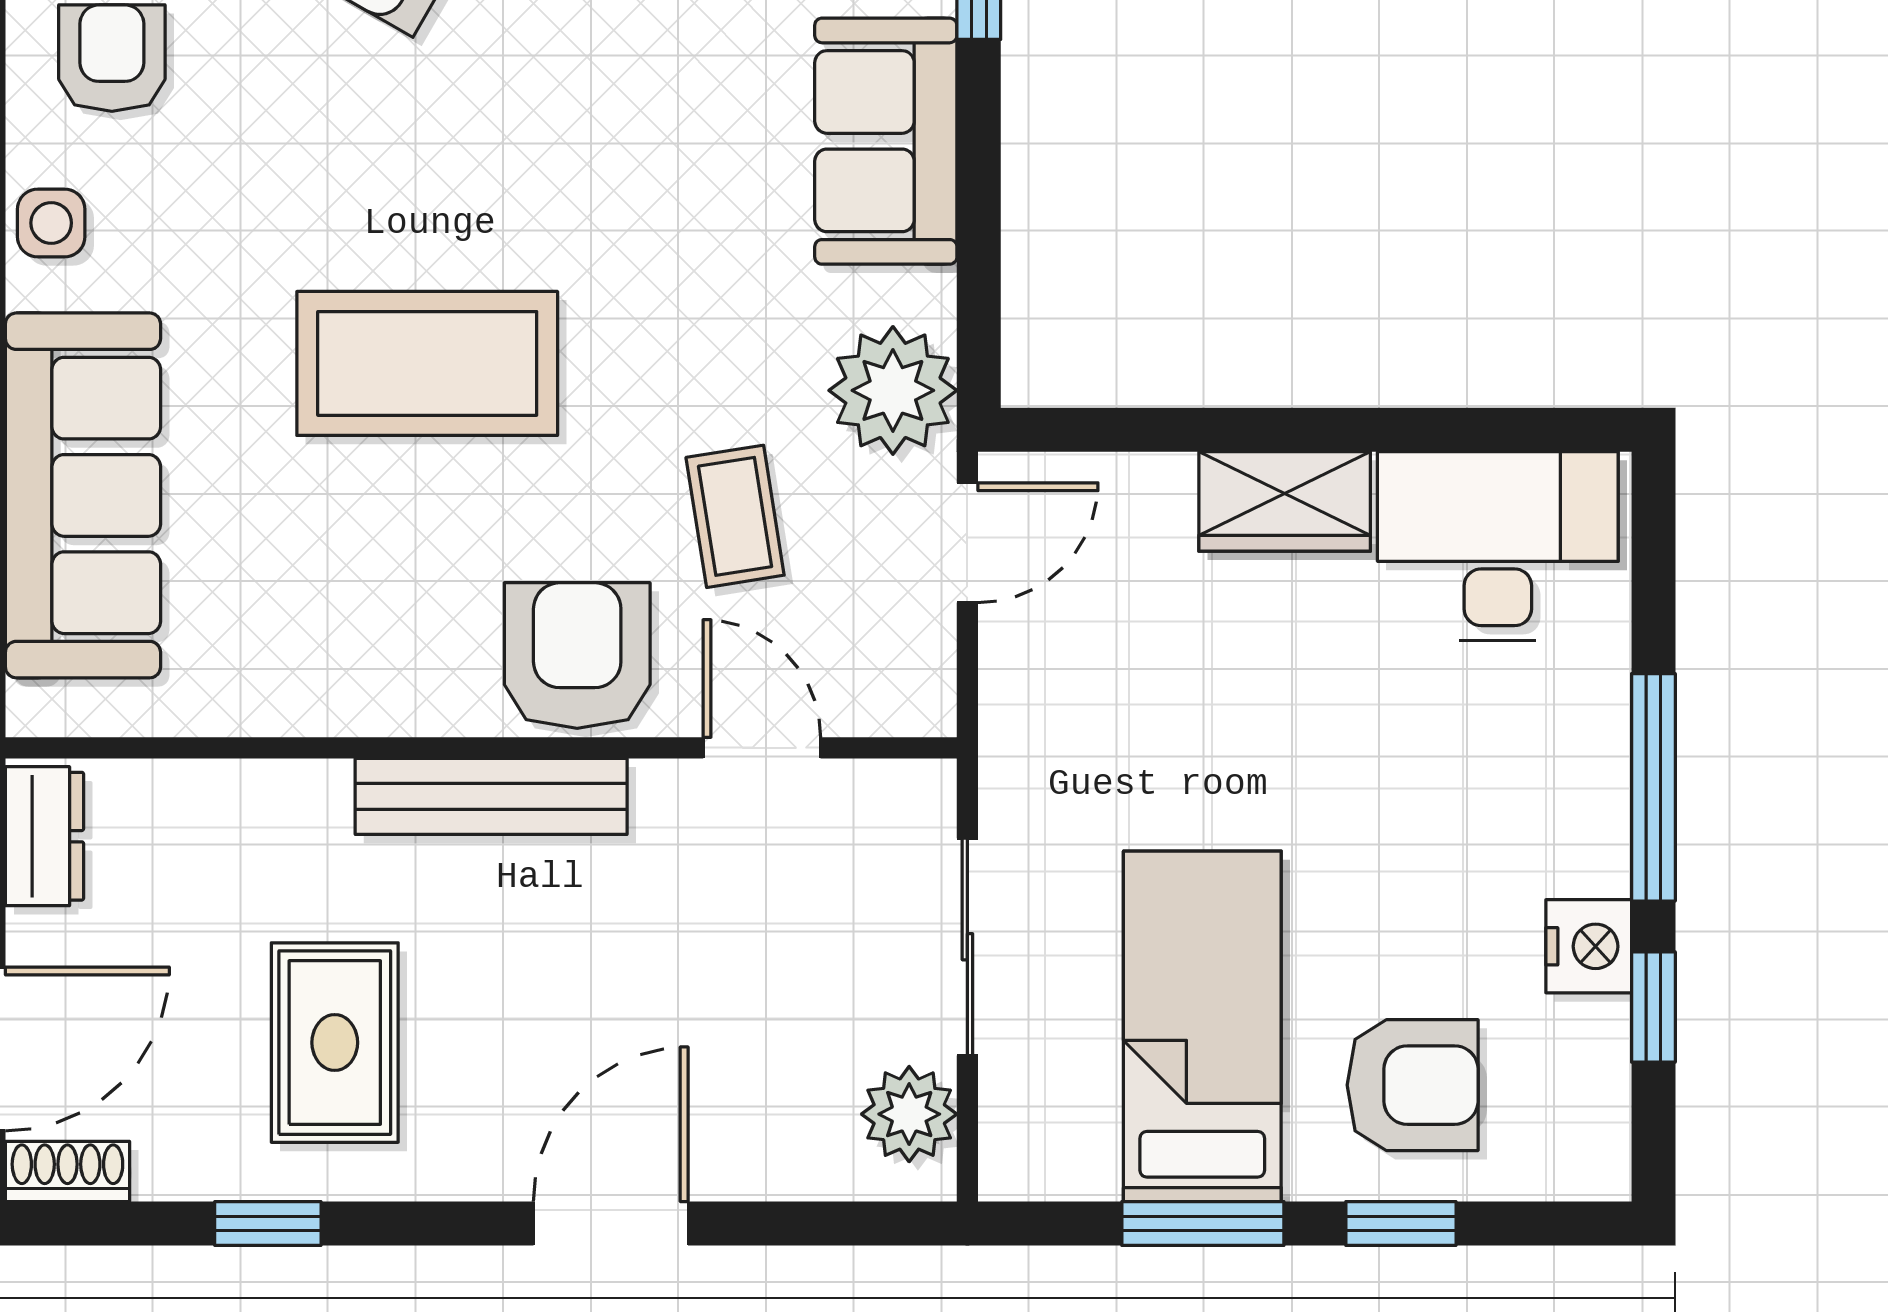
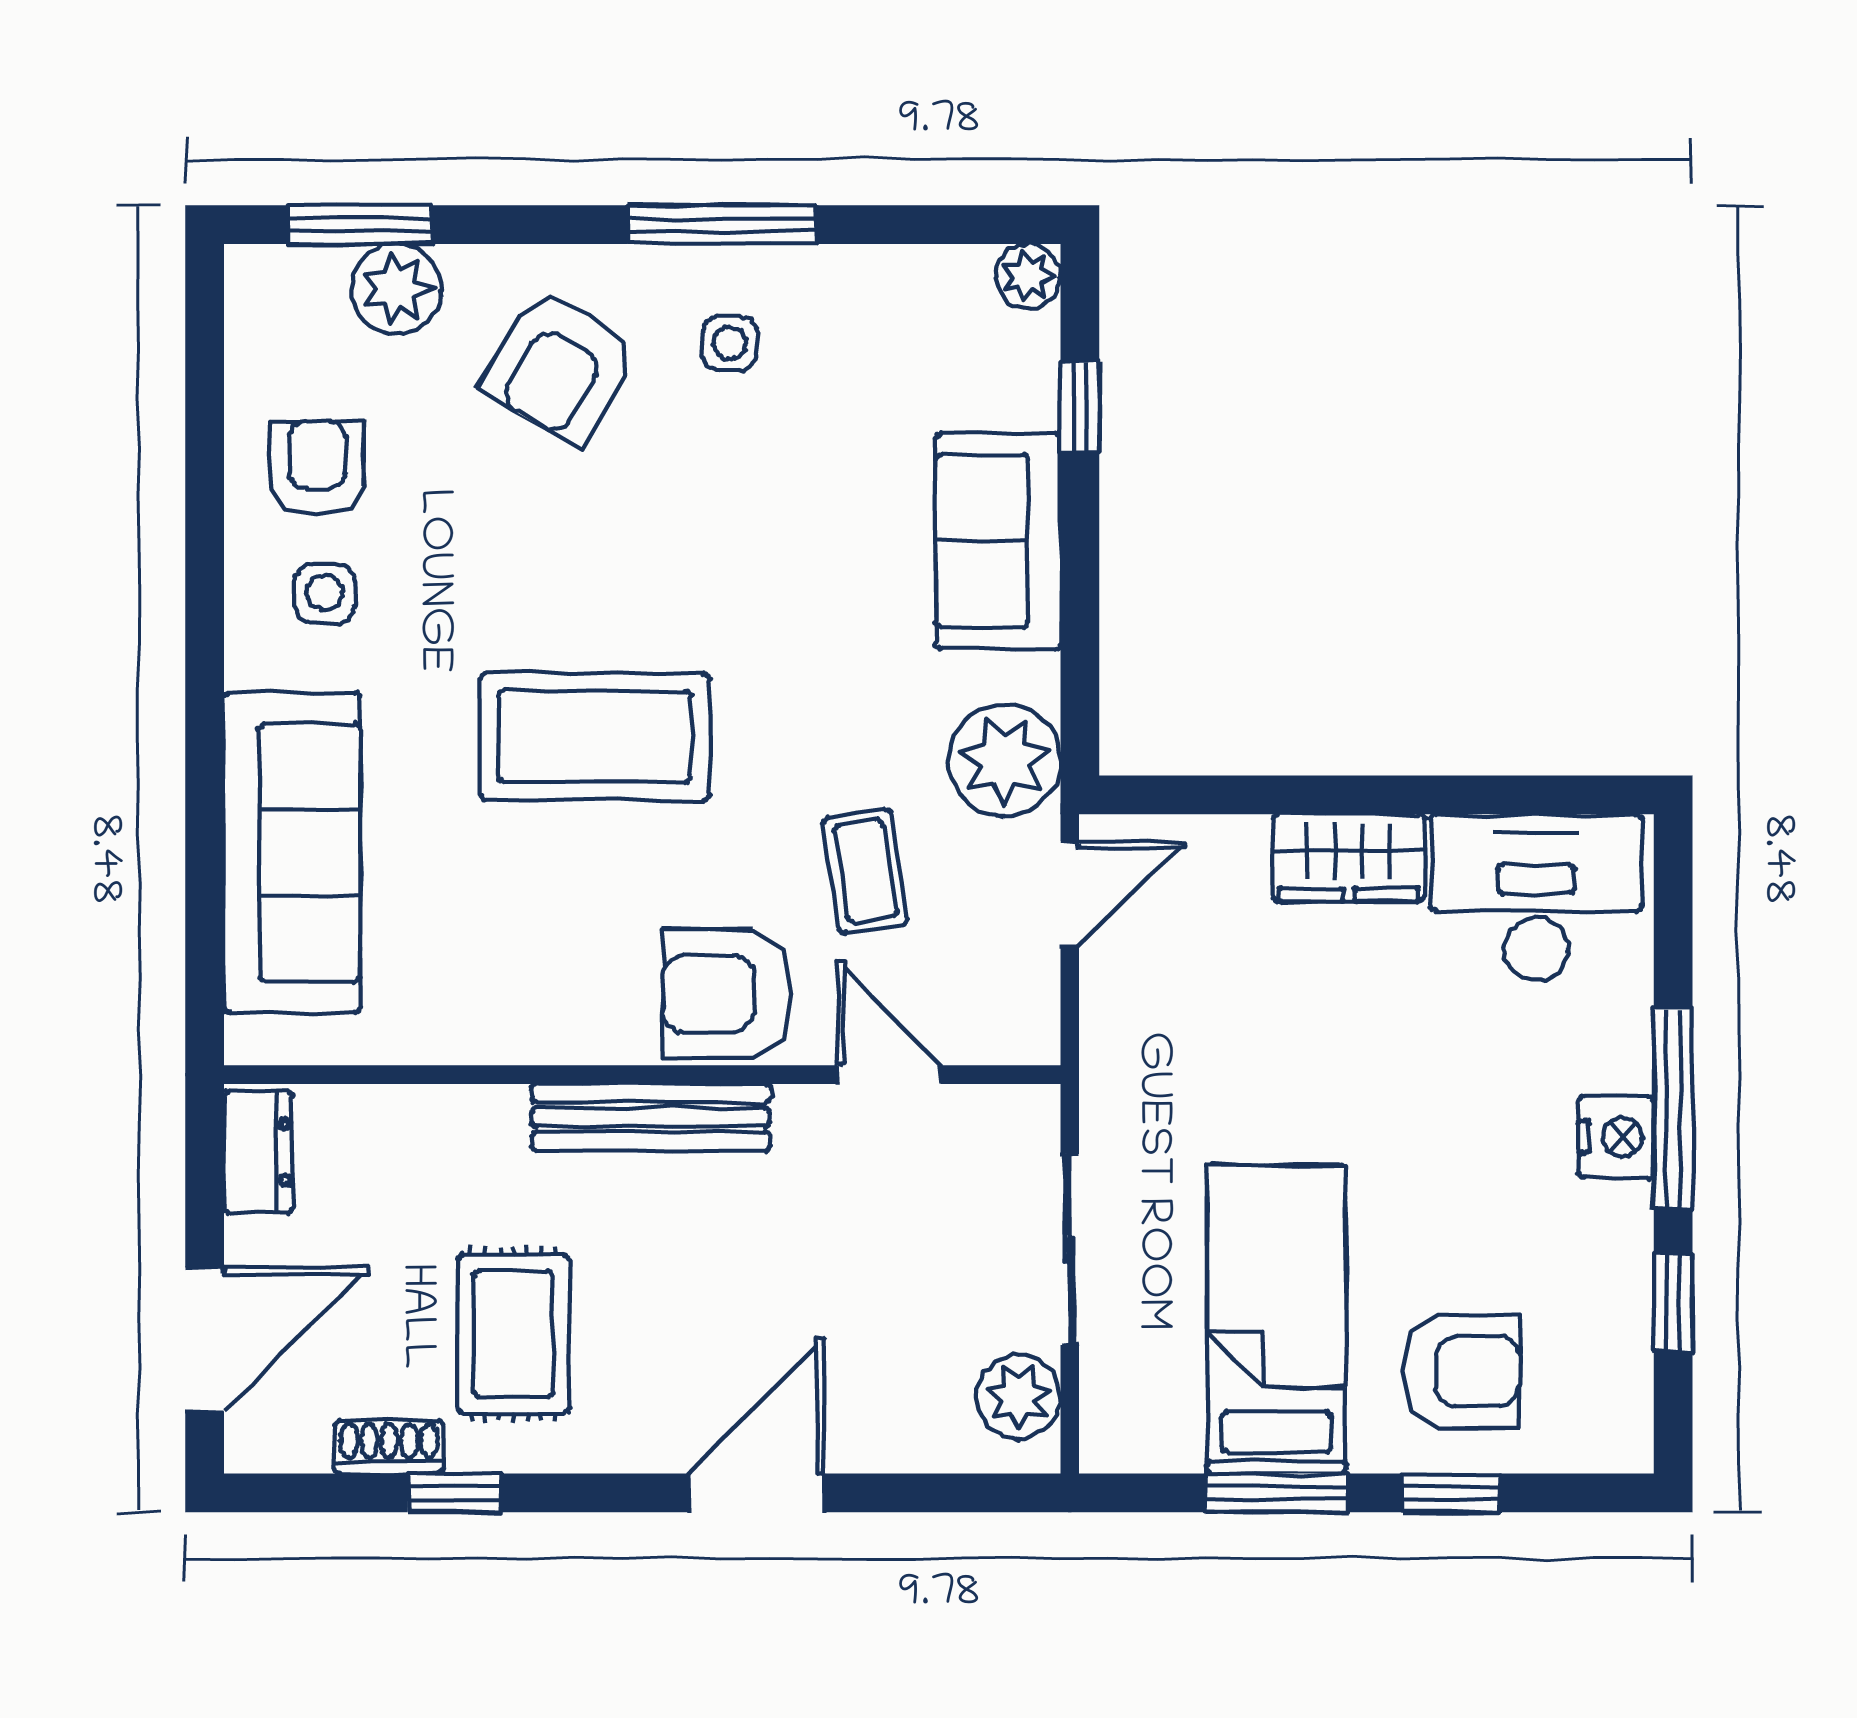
side table: (51, 223) -> (325, 593), moved
armchair: (577, 656) -> (727, 993), turned -90
nightstand: (1589, 946) -> (1616, 1137), moved
shoe rack: (67, 1171) -> (389, 1447), moved

